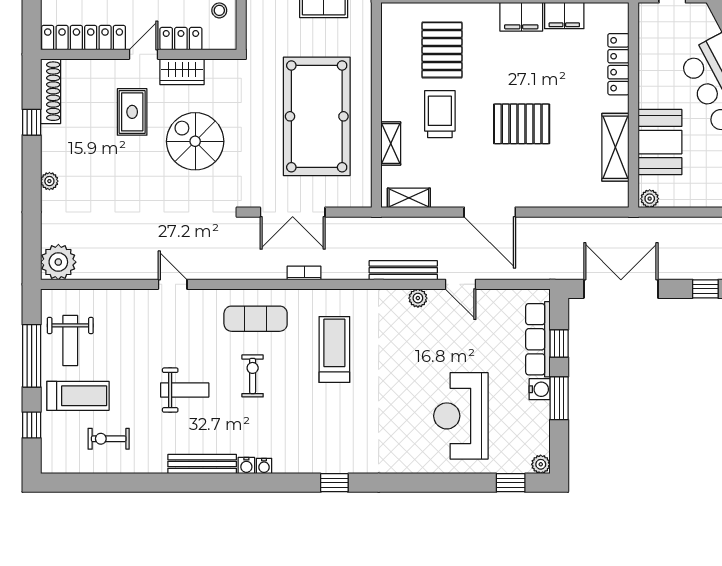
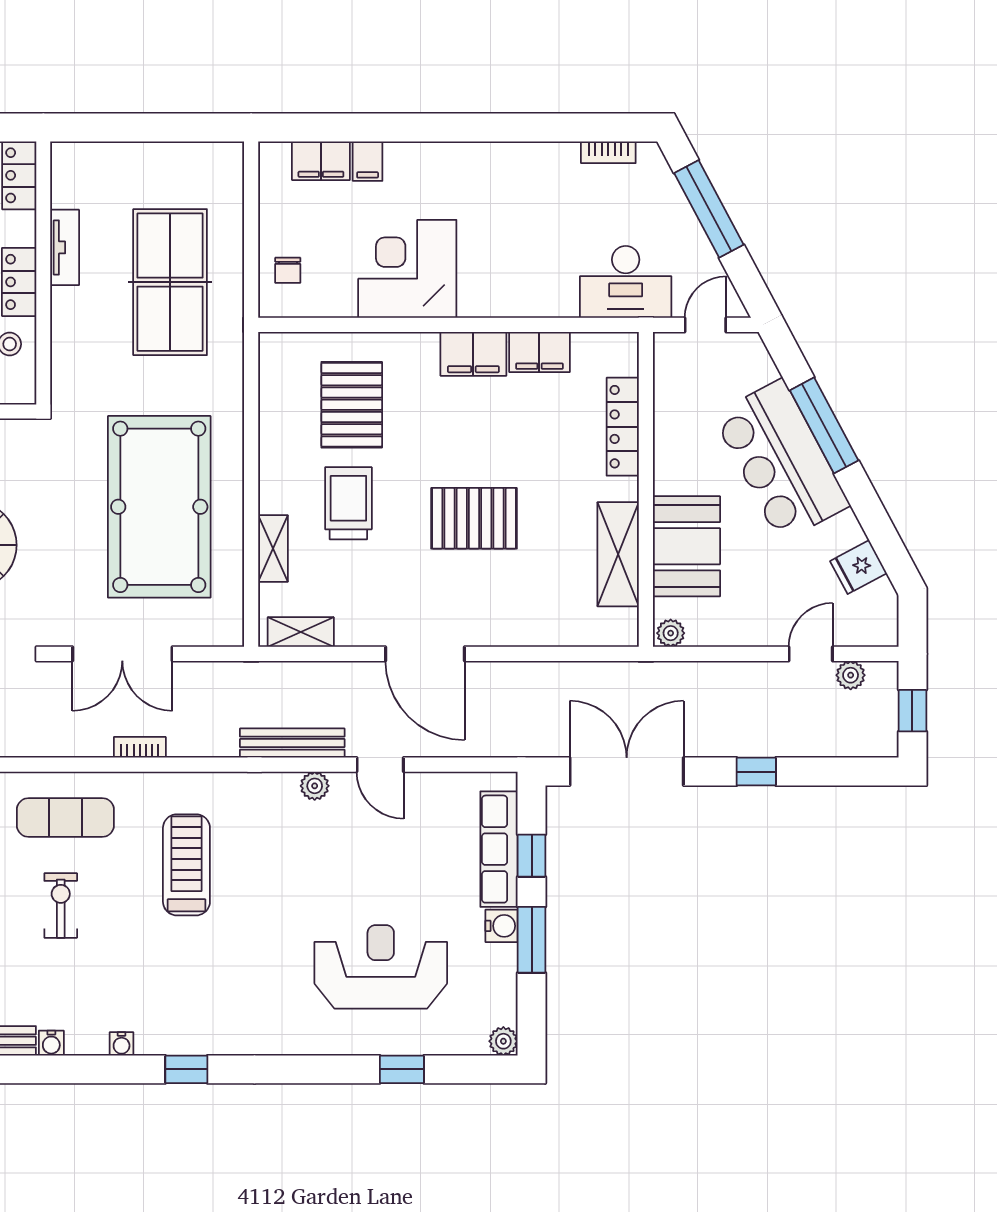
reception desk: (461, 416) -> (381, 967), turned 90
water cooler: (264, 466) -> (122, 1044), moved
window: (511, 483) -> (402, 1069), moved

